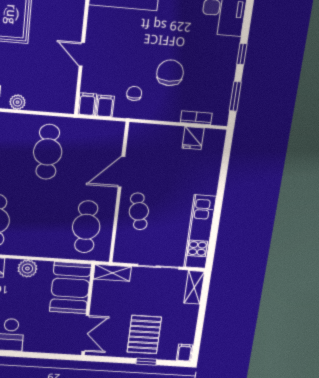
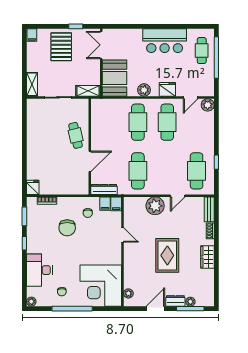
plant: (17, 102) -> (155, 206), width x1.87, depth x1.87
dresser: (104, 128) -> (104, 189), added
fridge: (193, 138) -> (33, 187), moved
cafe table: (86, 227) -> (138, 122), moved
kitchen unit: (200, 232) -> (34, 124), removed
window: (146, 362) -> (76, 26), moved

